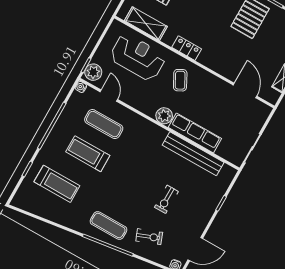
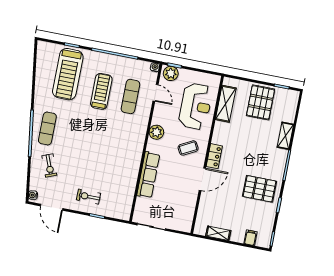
locker: (187, 48) -> (214, 156), moved
door: (245, 91) -> (202, 179), moved
door: (109, 96) -> (156, 93), hinge flipped
plant: (164, 116) -> (156, 132), moved
bench: (193, 154) -> (130, 179), removed
treadmill: (57, 184) -> (68, 74), width x1.37, depth x1.38
exercise bike: (166, 199) -> (89, 197), moved

